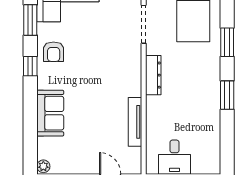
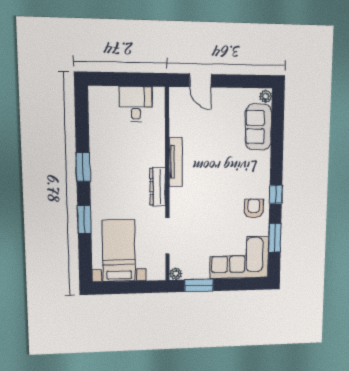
sofa: (50, 113) -> (258, 127), moved
tv unit: (135, 122) -> (176, 162), moved

